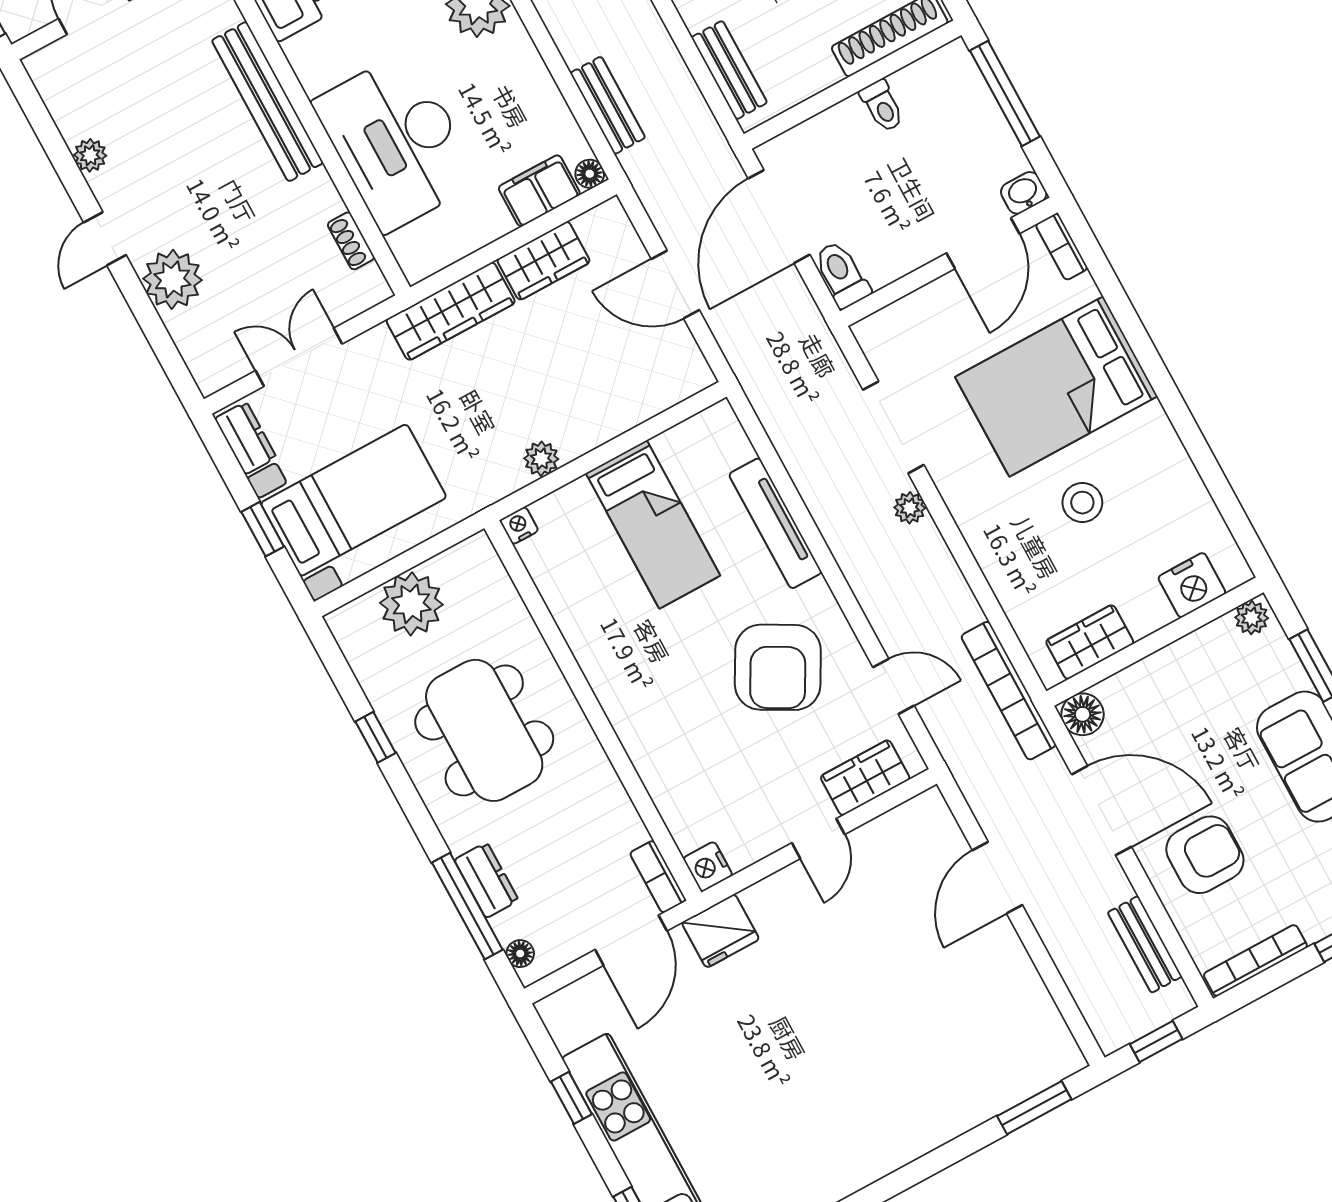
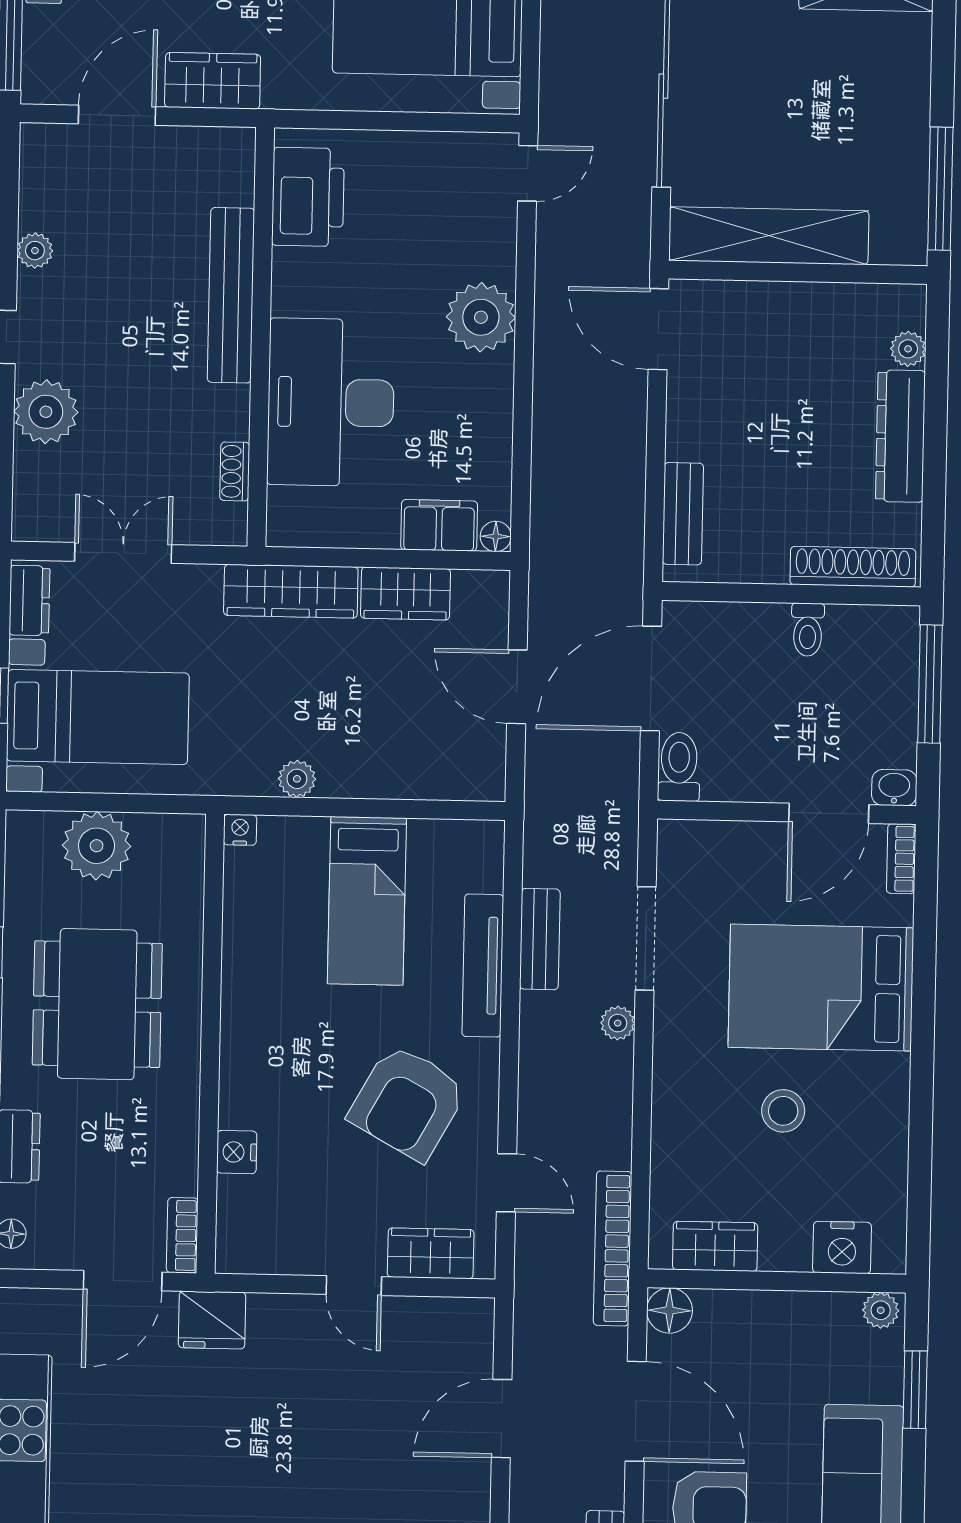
bench: (608, 105) -> (540, 939), moved
door: (818, 839) -> (354, 1286), hinge flipped
nightstand: (708, 867) -> (237, 1152), moved

